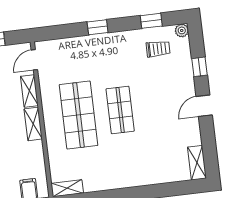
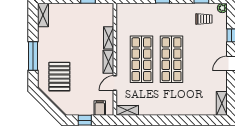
door: (34, 60) -> (115, 83), moved
shop shelf: (120, 110) -> (172, 59), width x1.43, depth x1.36

